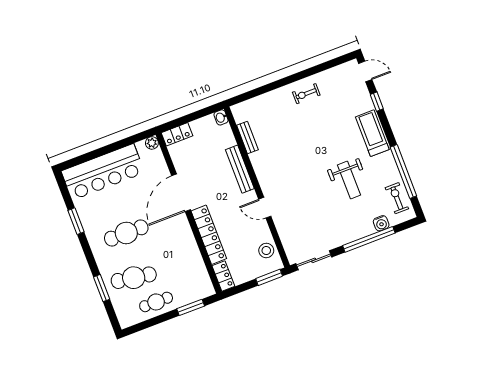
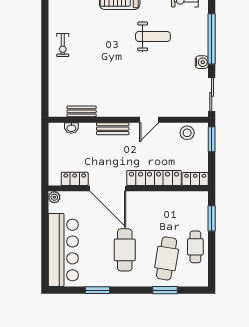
washbasin: (221, 117) -> (71, 128), moved
locker: (177, 134) -> (75, 179), moved, turned -90
bench: (240, 169) -> (113, 129), width x0.73
water cooler: (381, 223) -> (202, 62), moved

